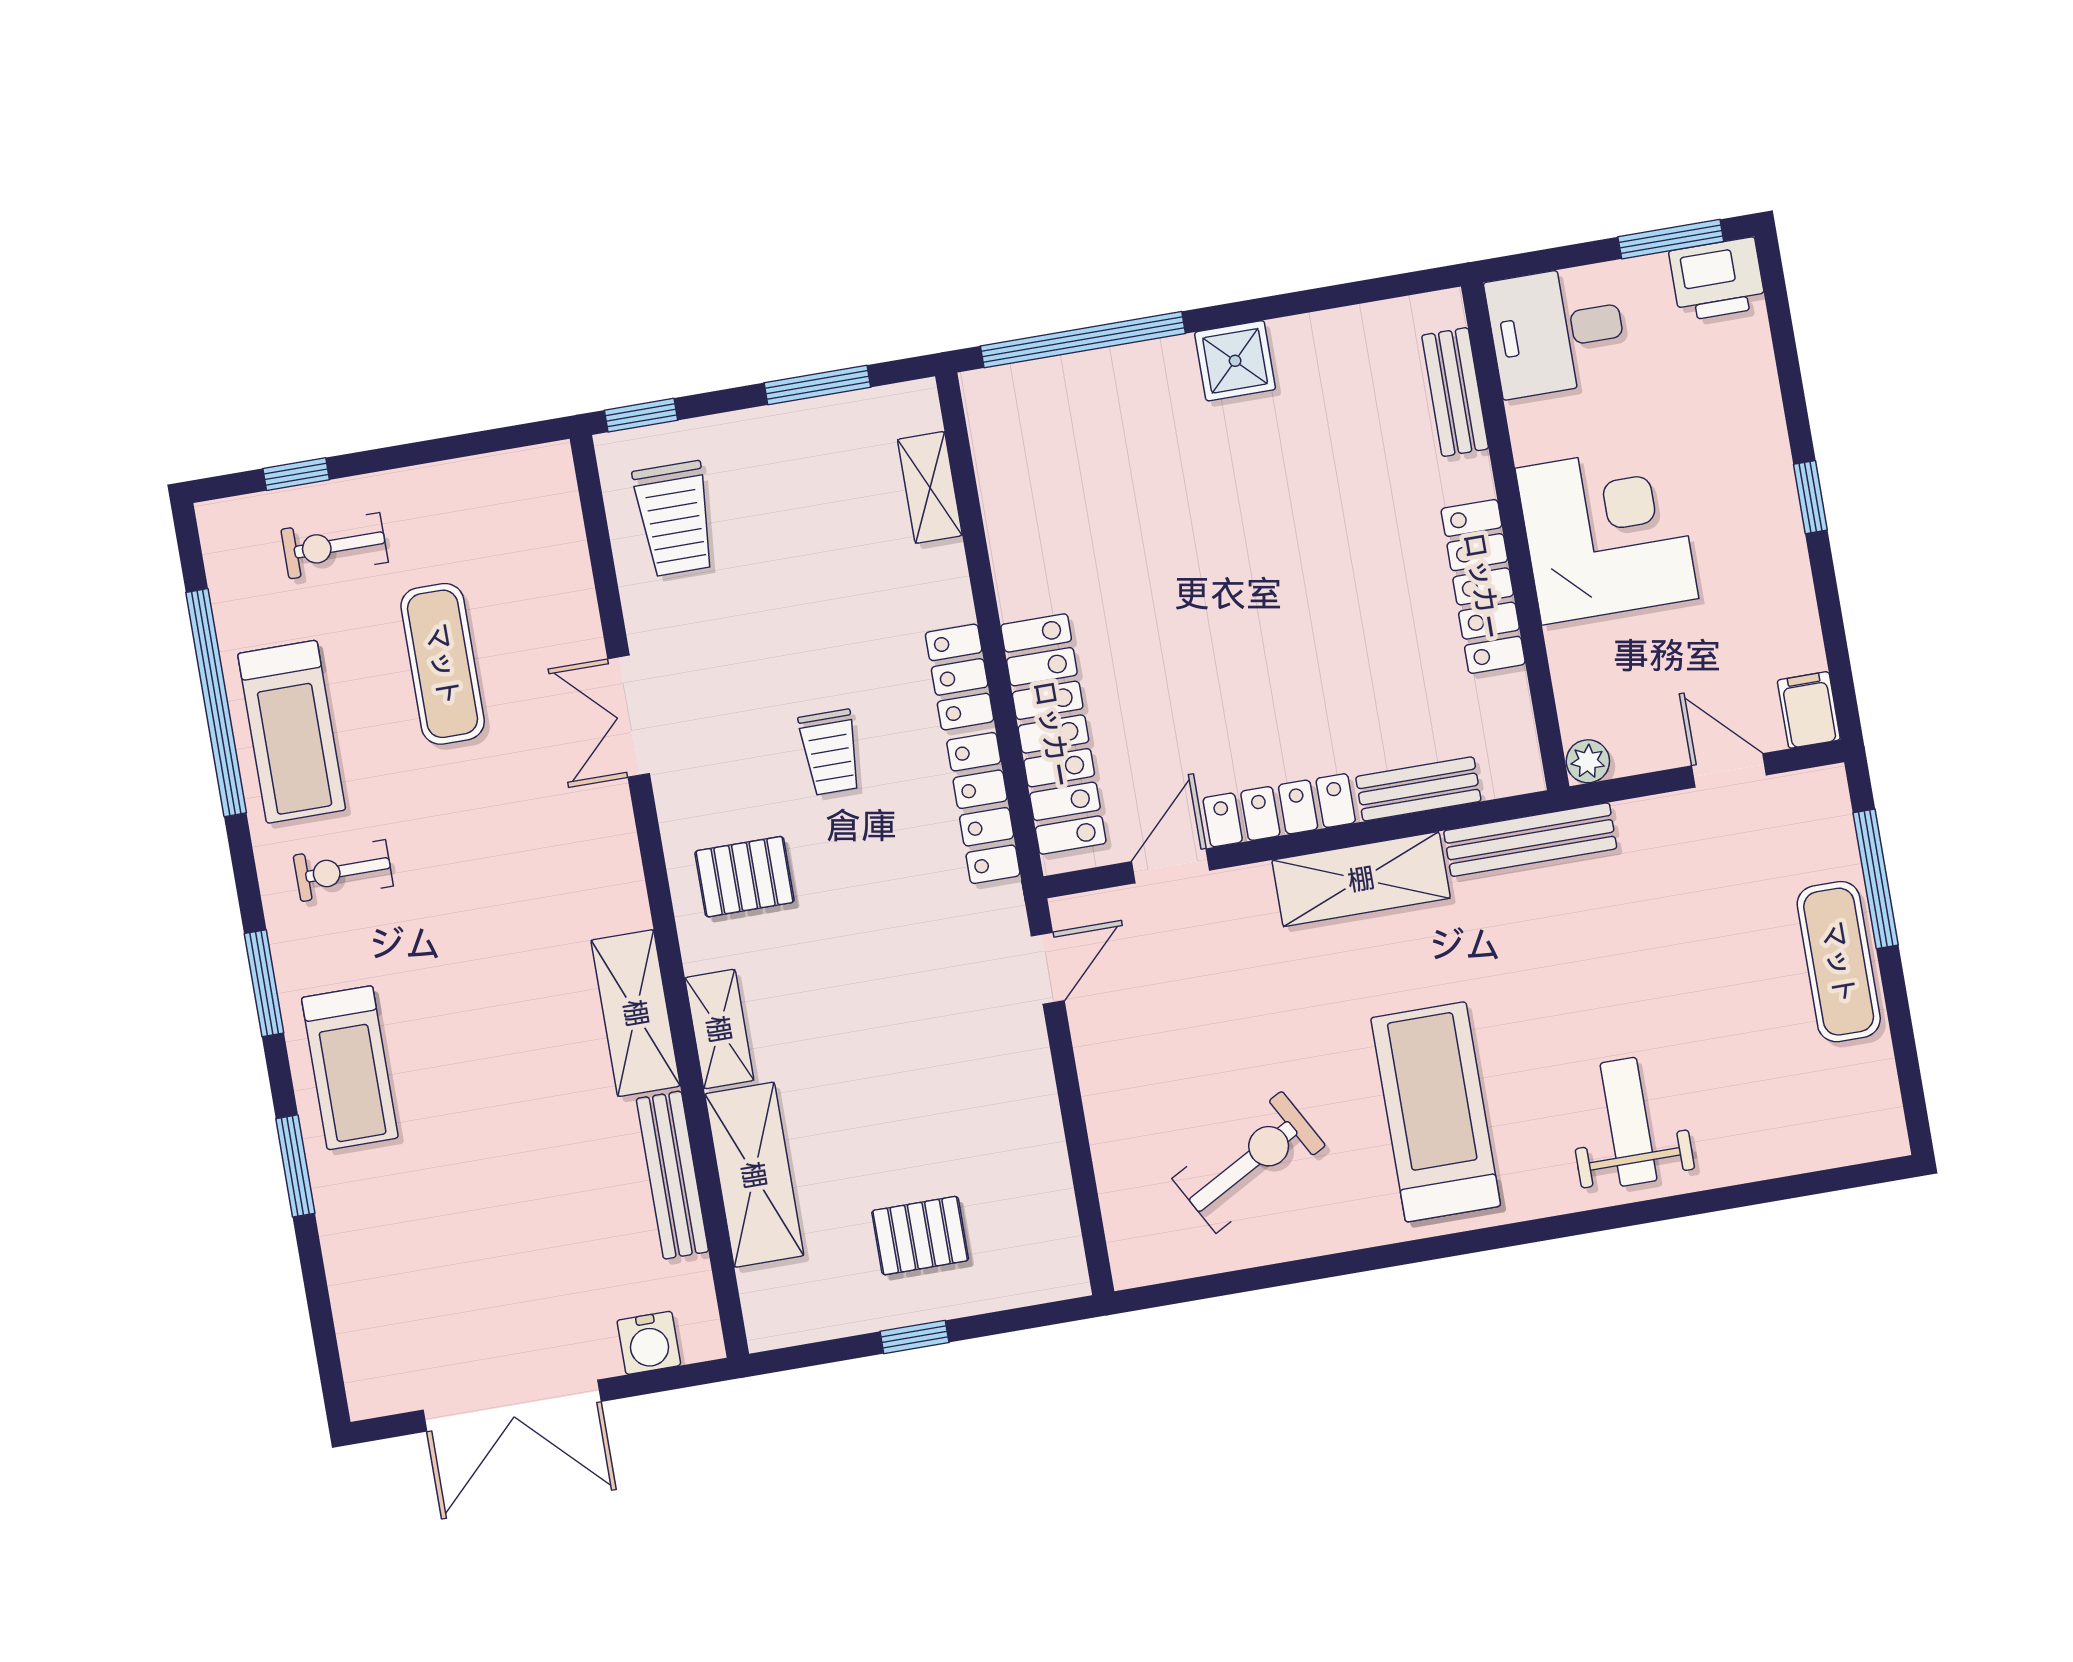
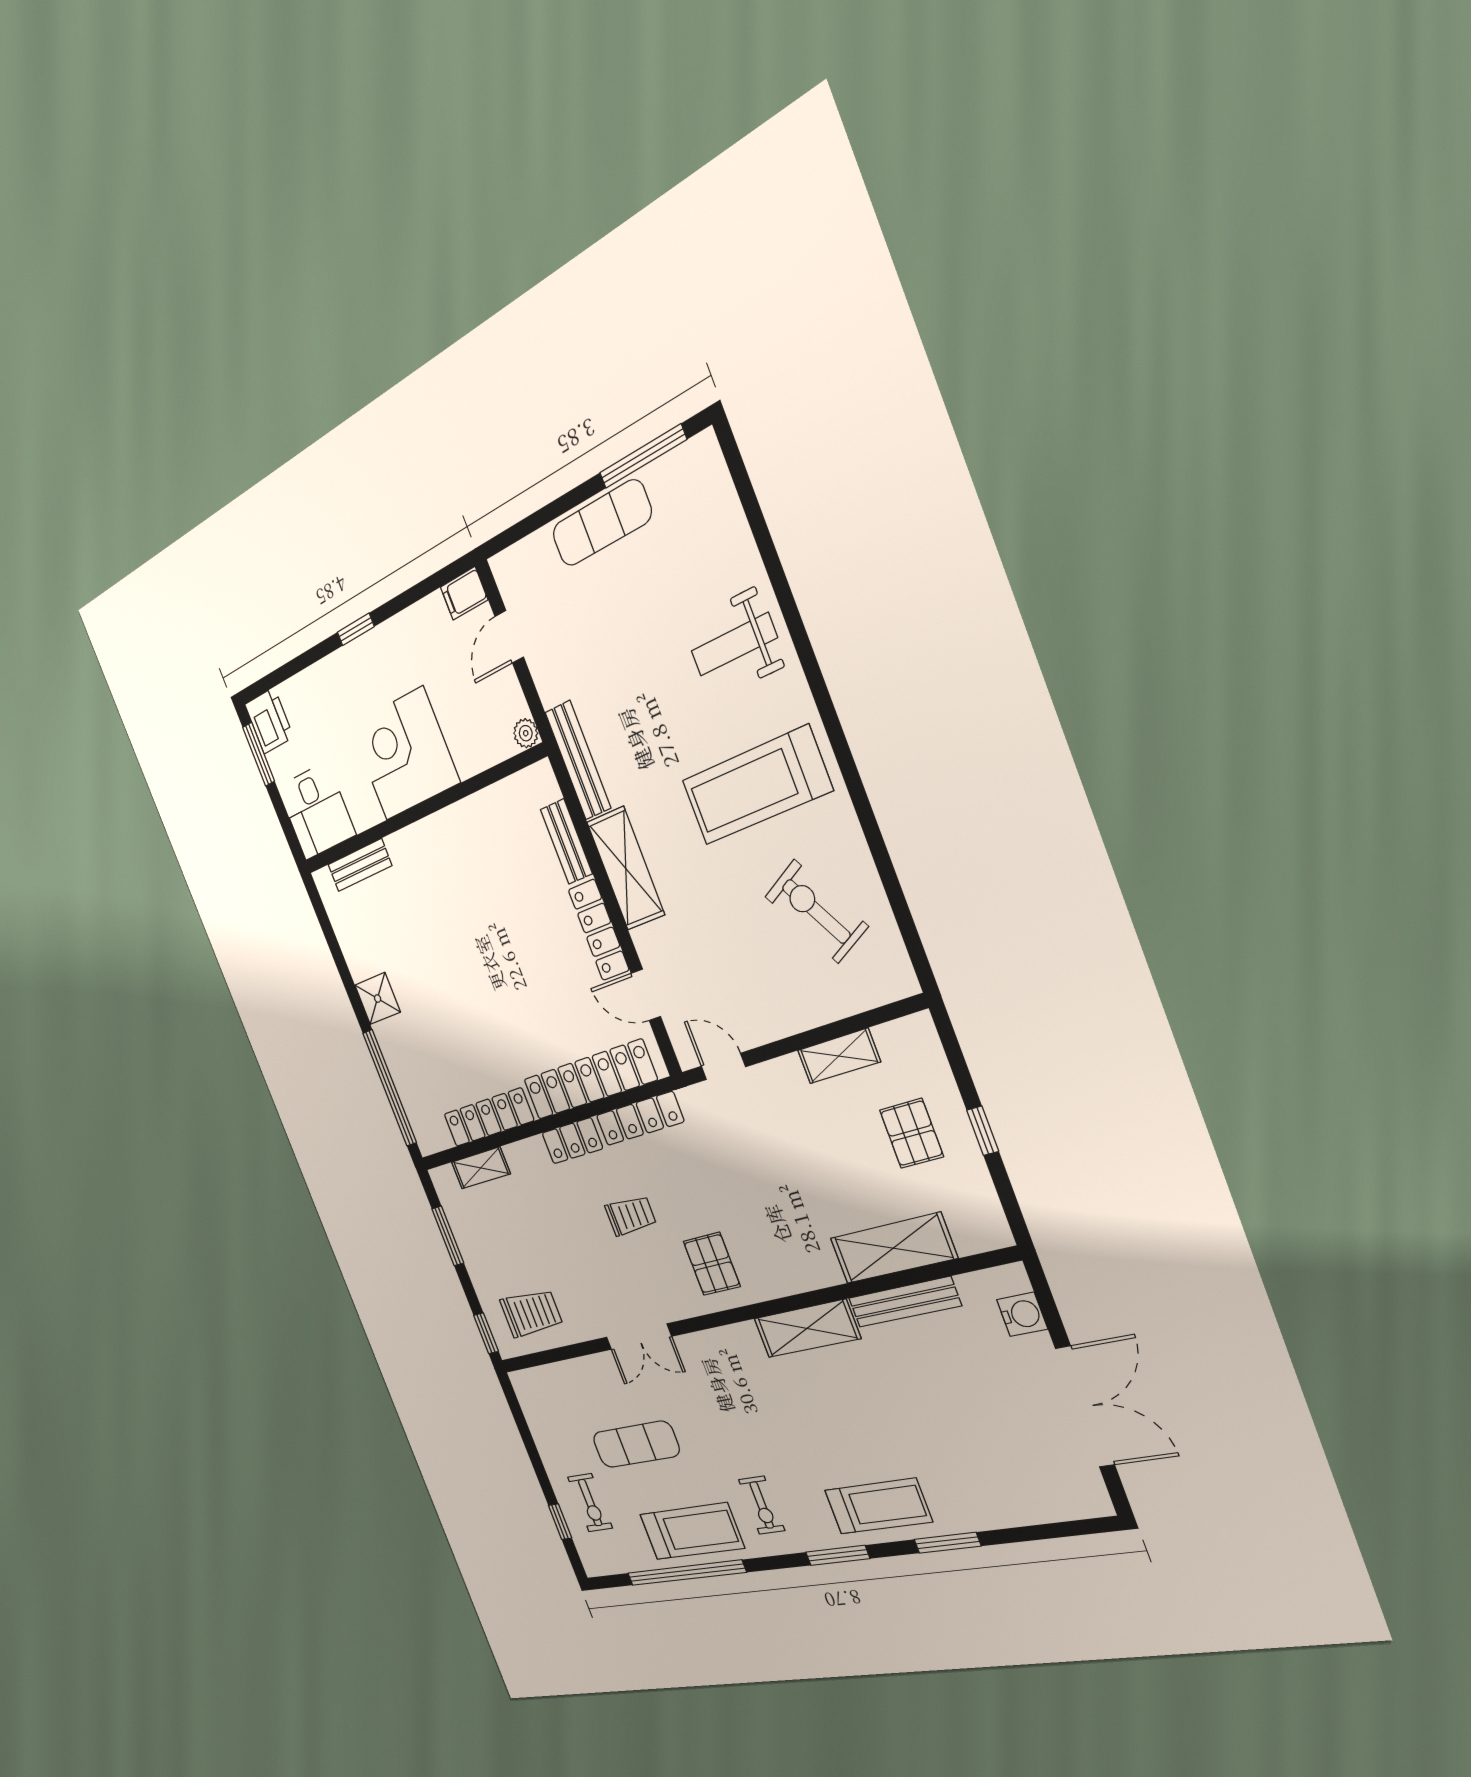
locker: (1483, 586) -> (489, 1117), moved, turned 180
window: (1876, 879) -> (643, 456), moved
shelving: (719, 1029) -> (839, 1056), moved

